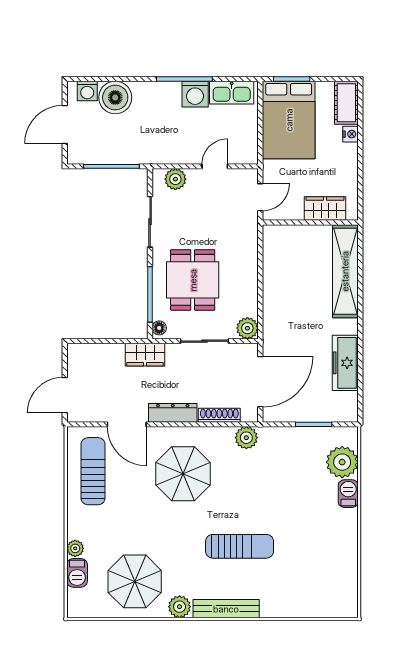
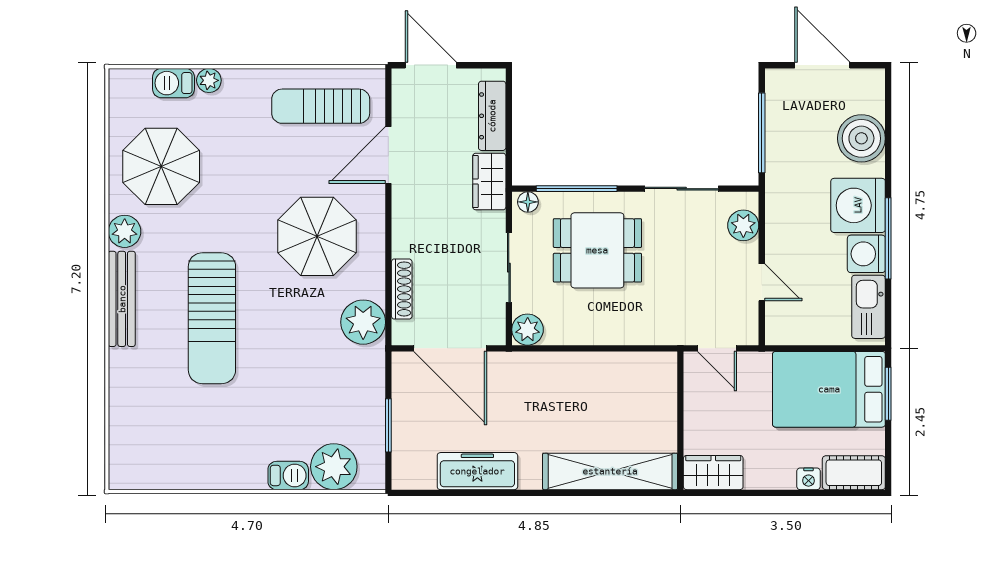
washing machine: (87, 91) -> (858, 205), moved, width x1.89, depth x1.89
wardrobe: (325, 209) -> (713, 473), moved, turned -90
dresser: (173, 413) -> (492, 116), moved, turned 180
plant: (246, 438) -> (363, 322), width x1.36, depth x1.36
sun lounger: (93, 471) -> (321, 106), turned 180
sun lounger: (240, 546) -> (212, 318), width x1.36, depth x1.34

